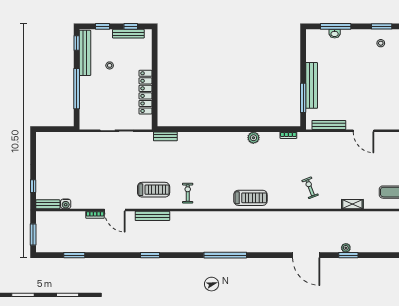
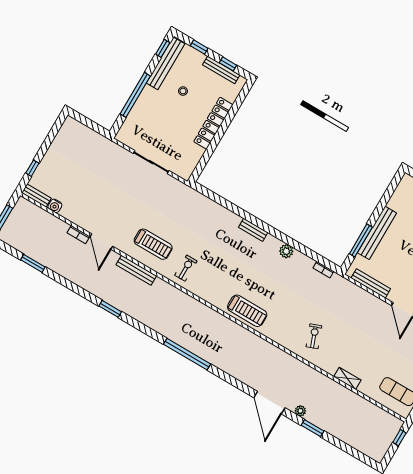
locker: (145, 92) -> (213, 123), moved
bench: (165, 136) -> (253, 230), moved
plant: (346, 248) -> (300, 411), moved

